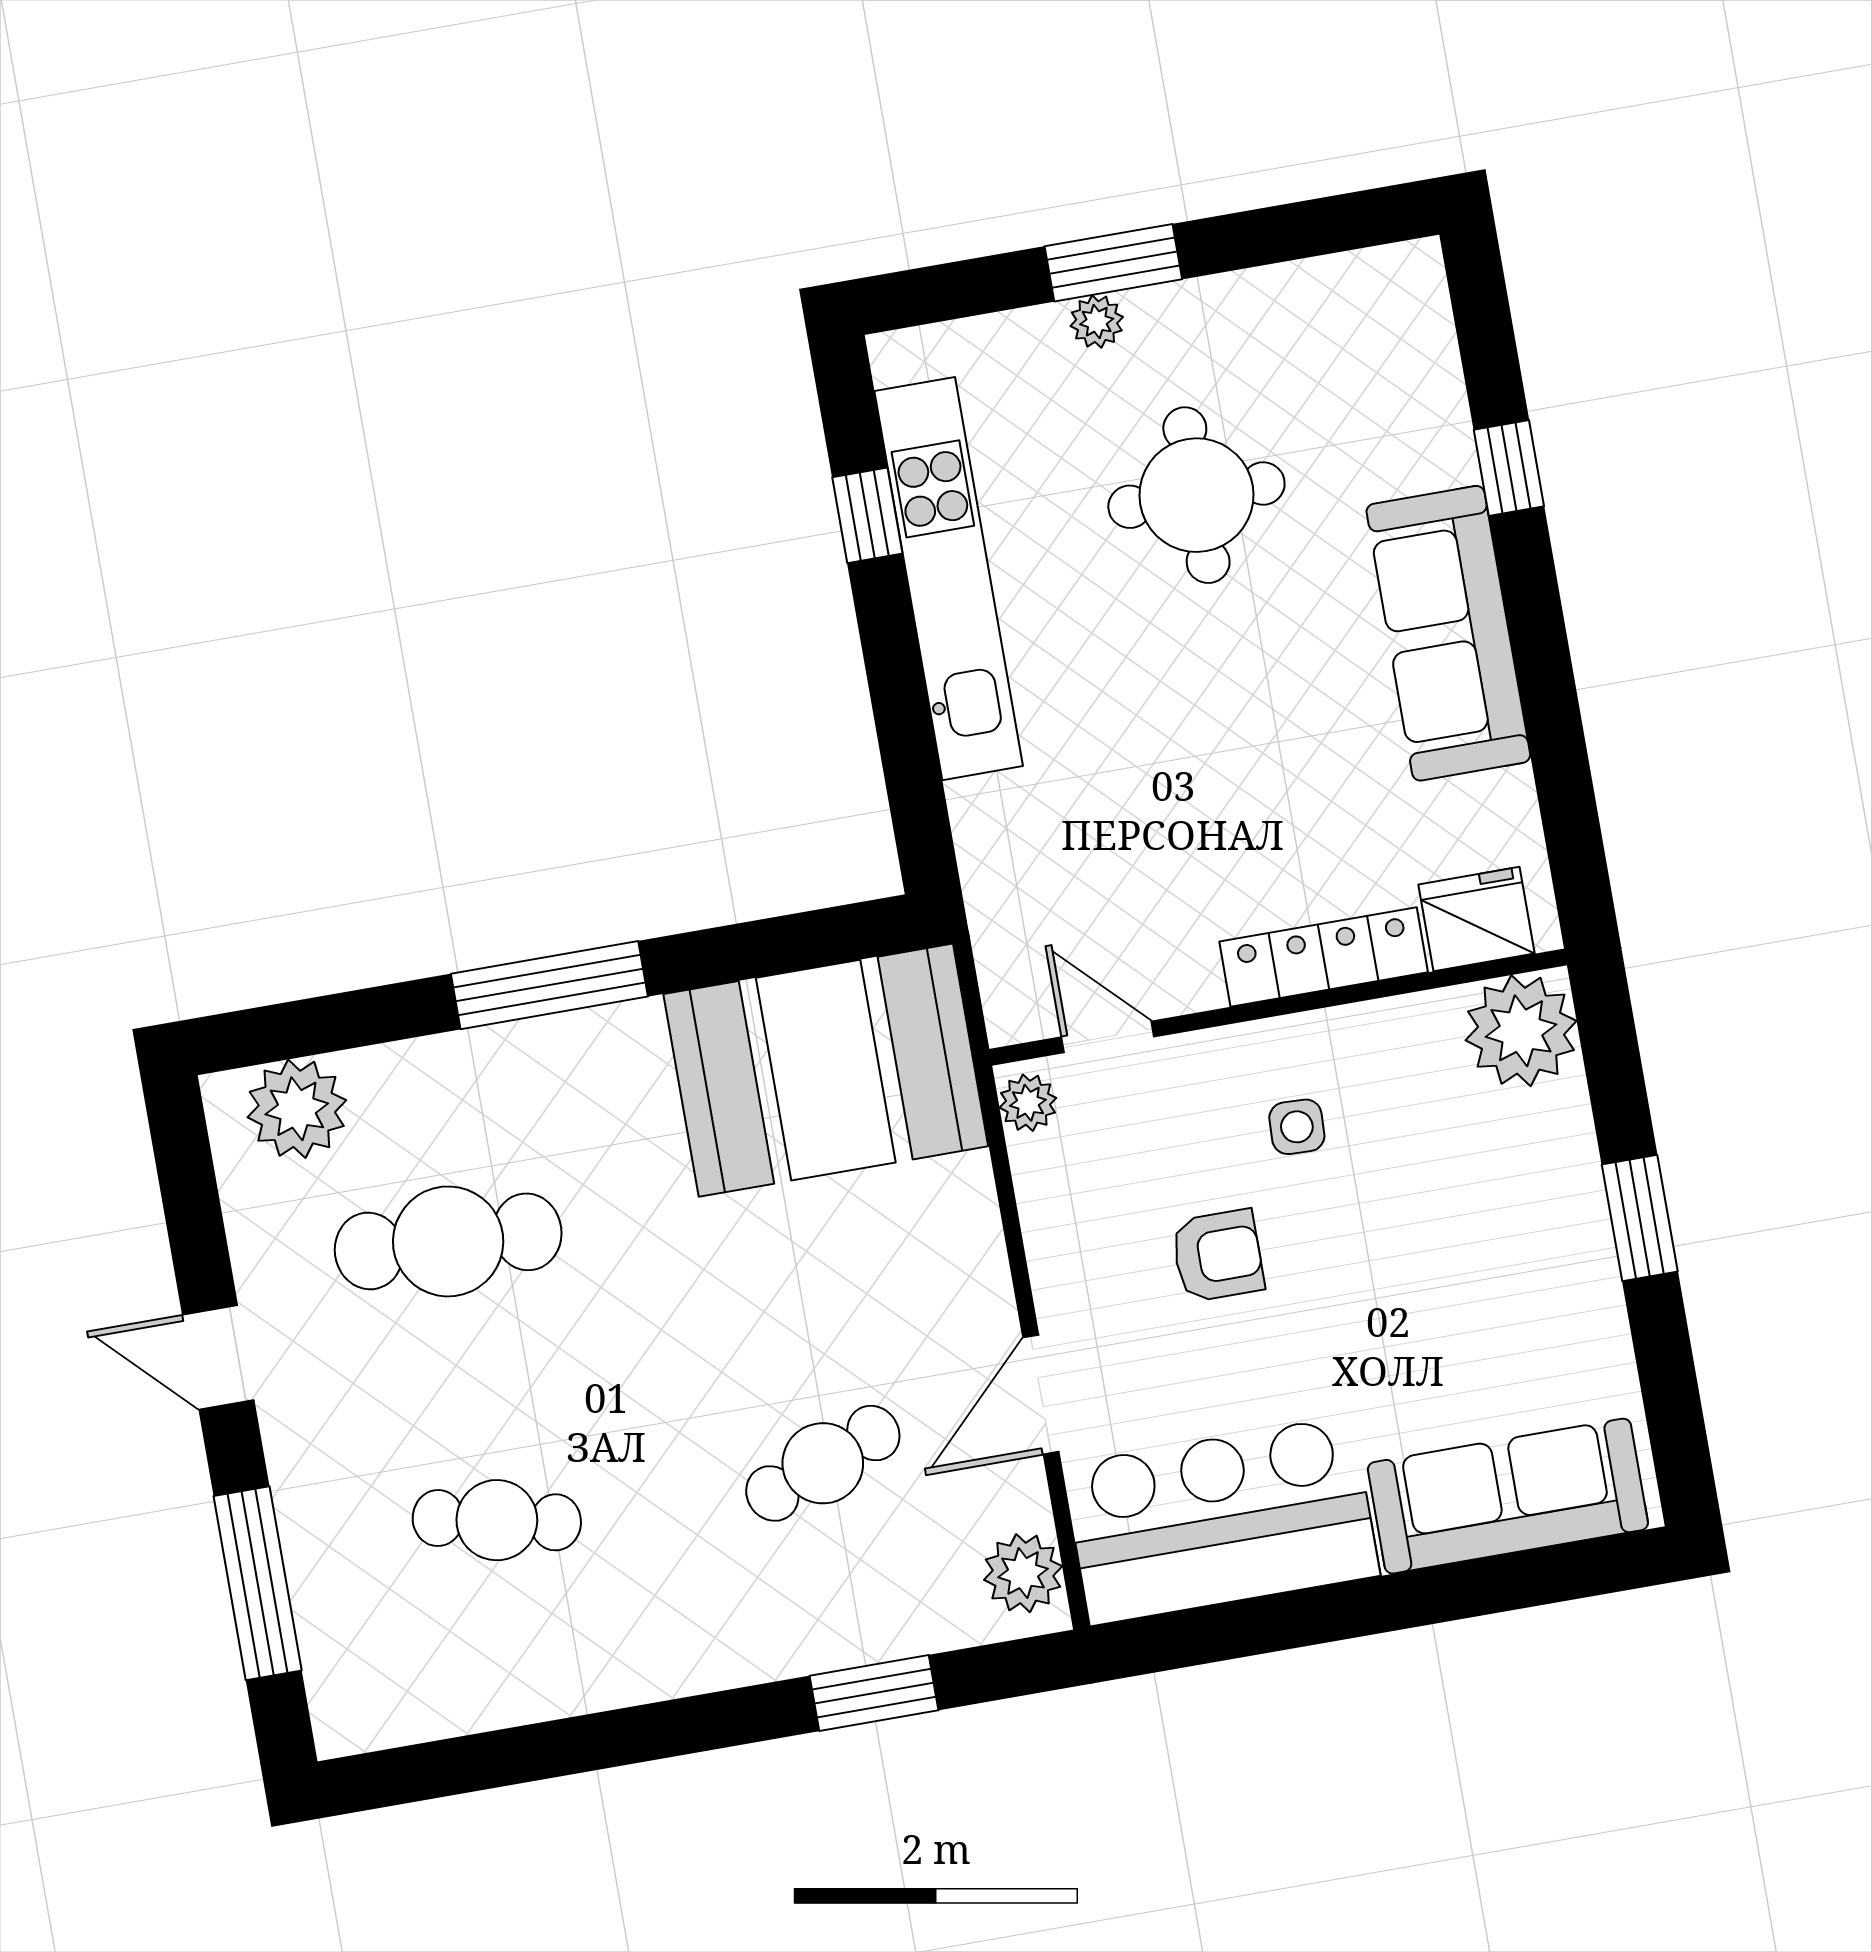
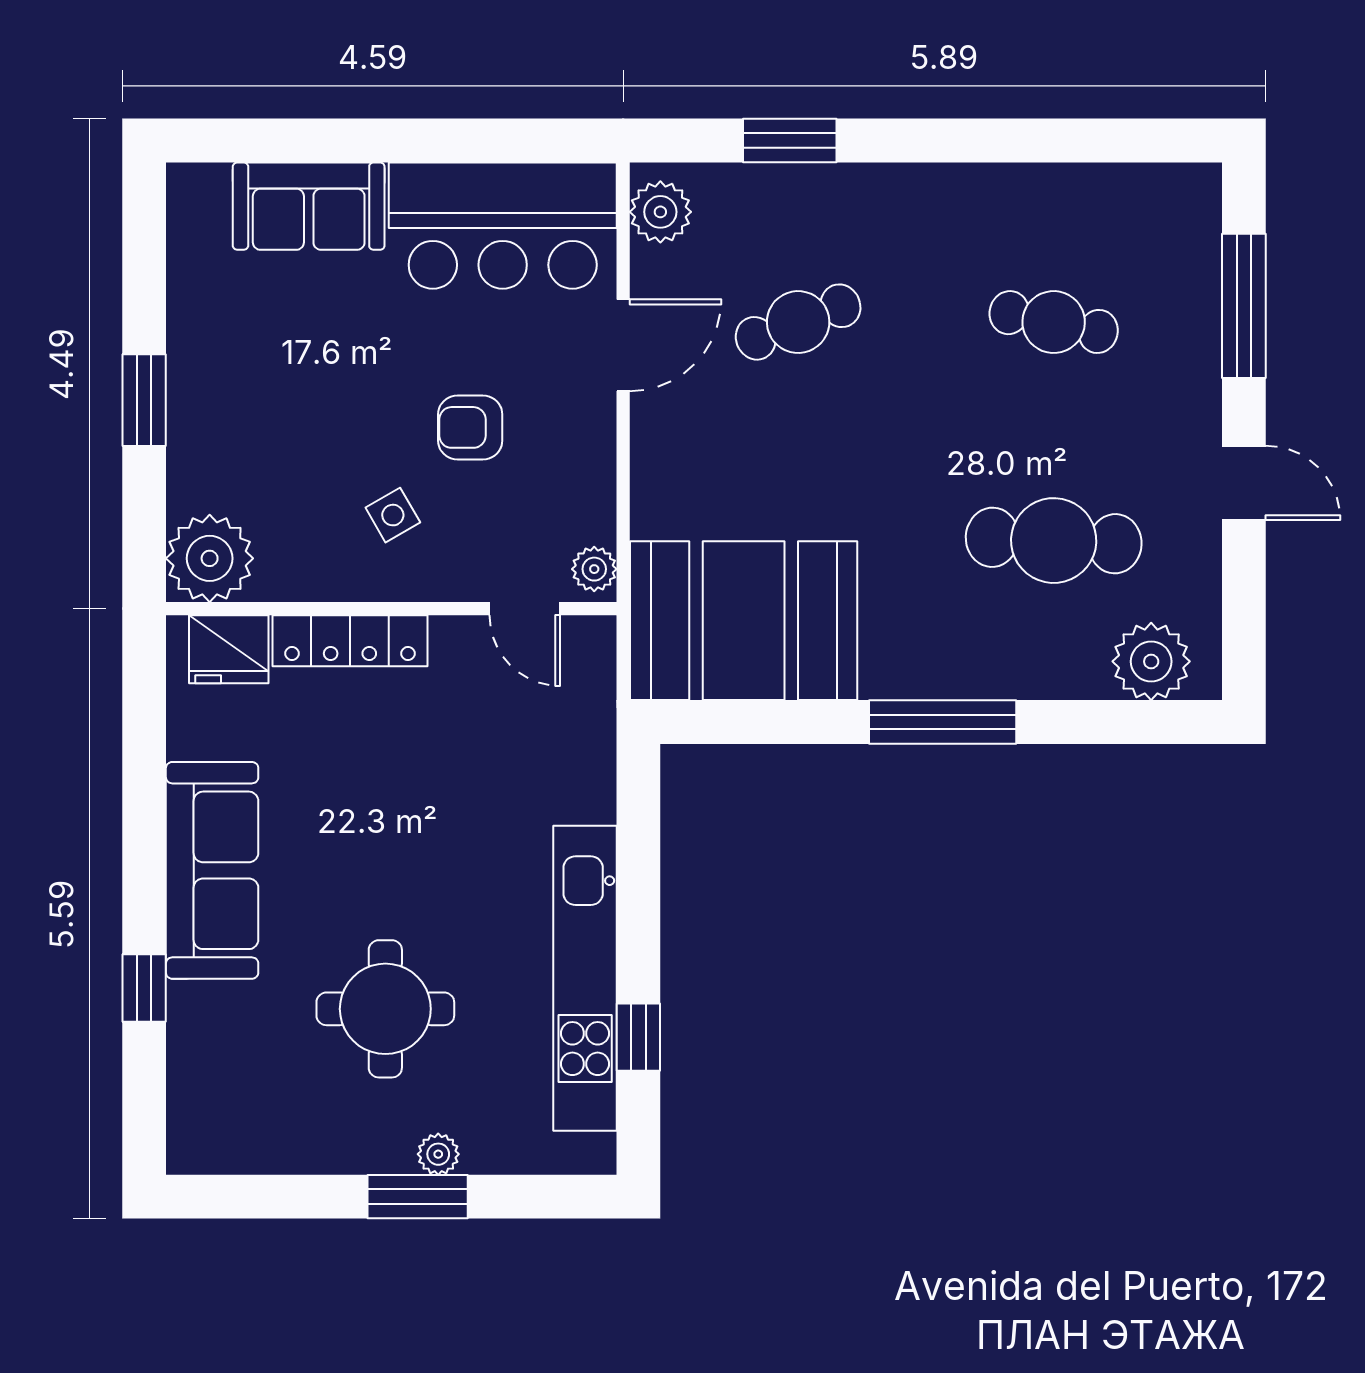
side table: (1297, 1127) -> (393, 515), turned -32
sofa: (1508, 1496) -> (309, 206), width x0.73

